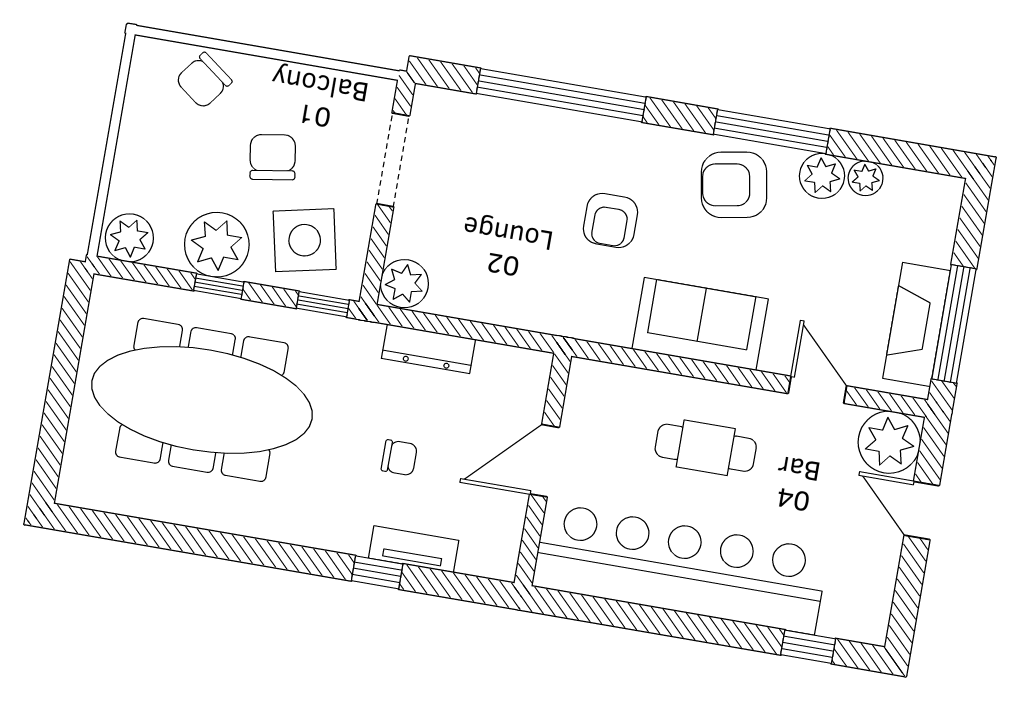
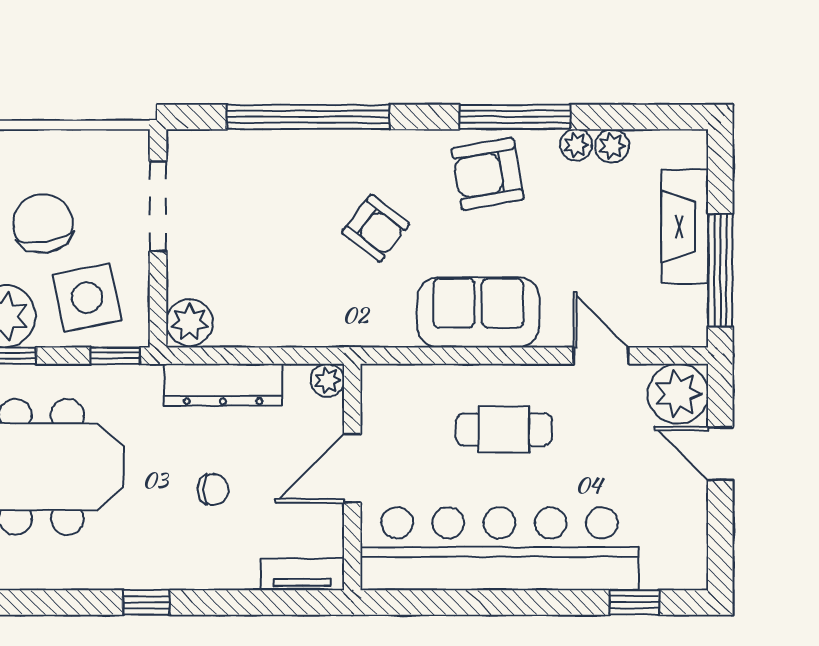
chair: (273, 157) -> (43, 224), width x1.37, depth x1.37
plant: (822, 176) -> (576, 145), width x0.73, depth x0.73
armchair: (610, 220) -> (376, 228), turned -52
fireplace: (917, 324) -> (685, 227), moved
dresser: (428, 349) -> (223, 385), width x1.37, depth x1.24
plant: (535, 367) -> (327, 380), added
tv unit: (414, 549) -> (302, 574), moved
window: (377, 572) -> (146, 602), moved

